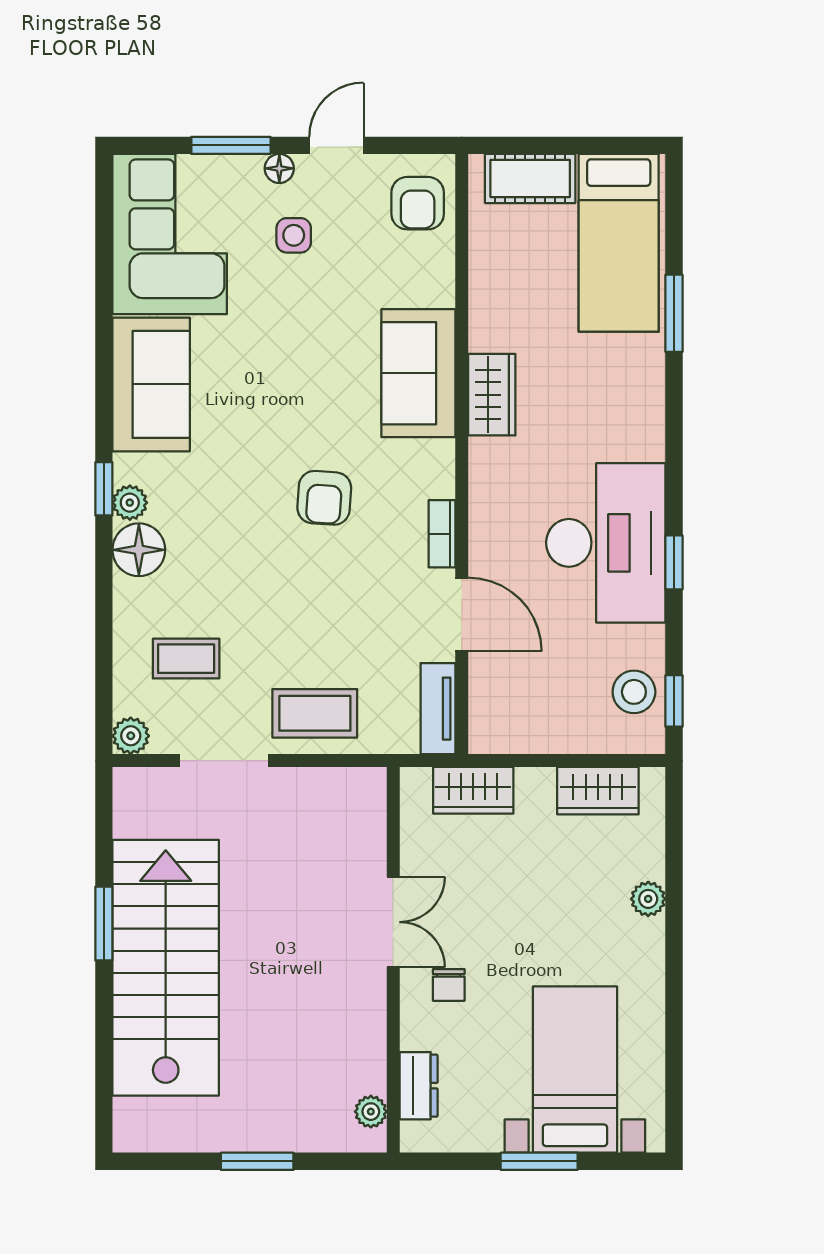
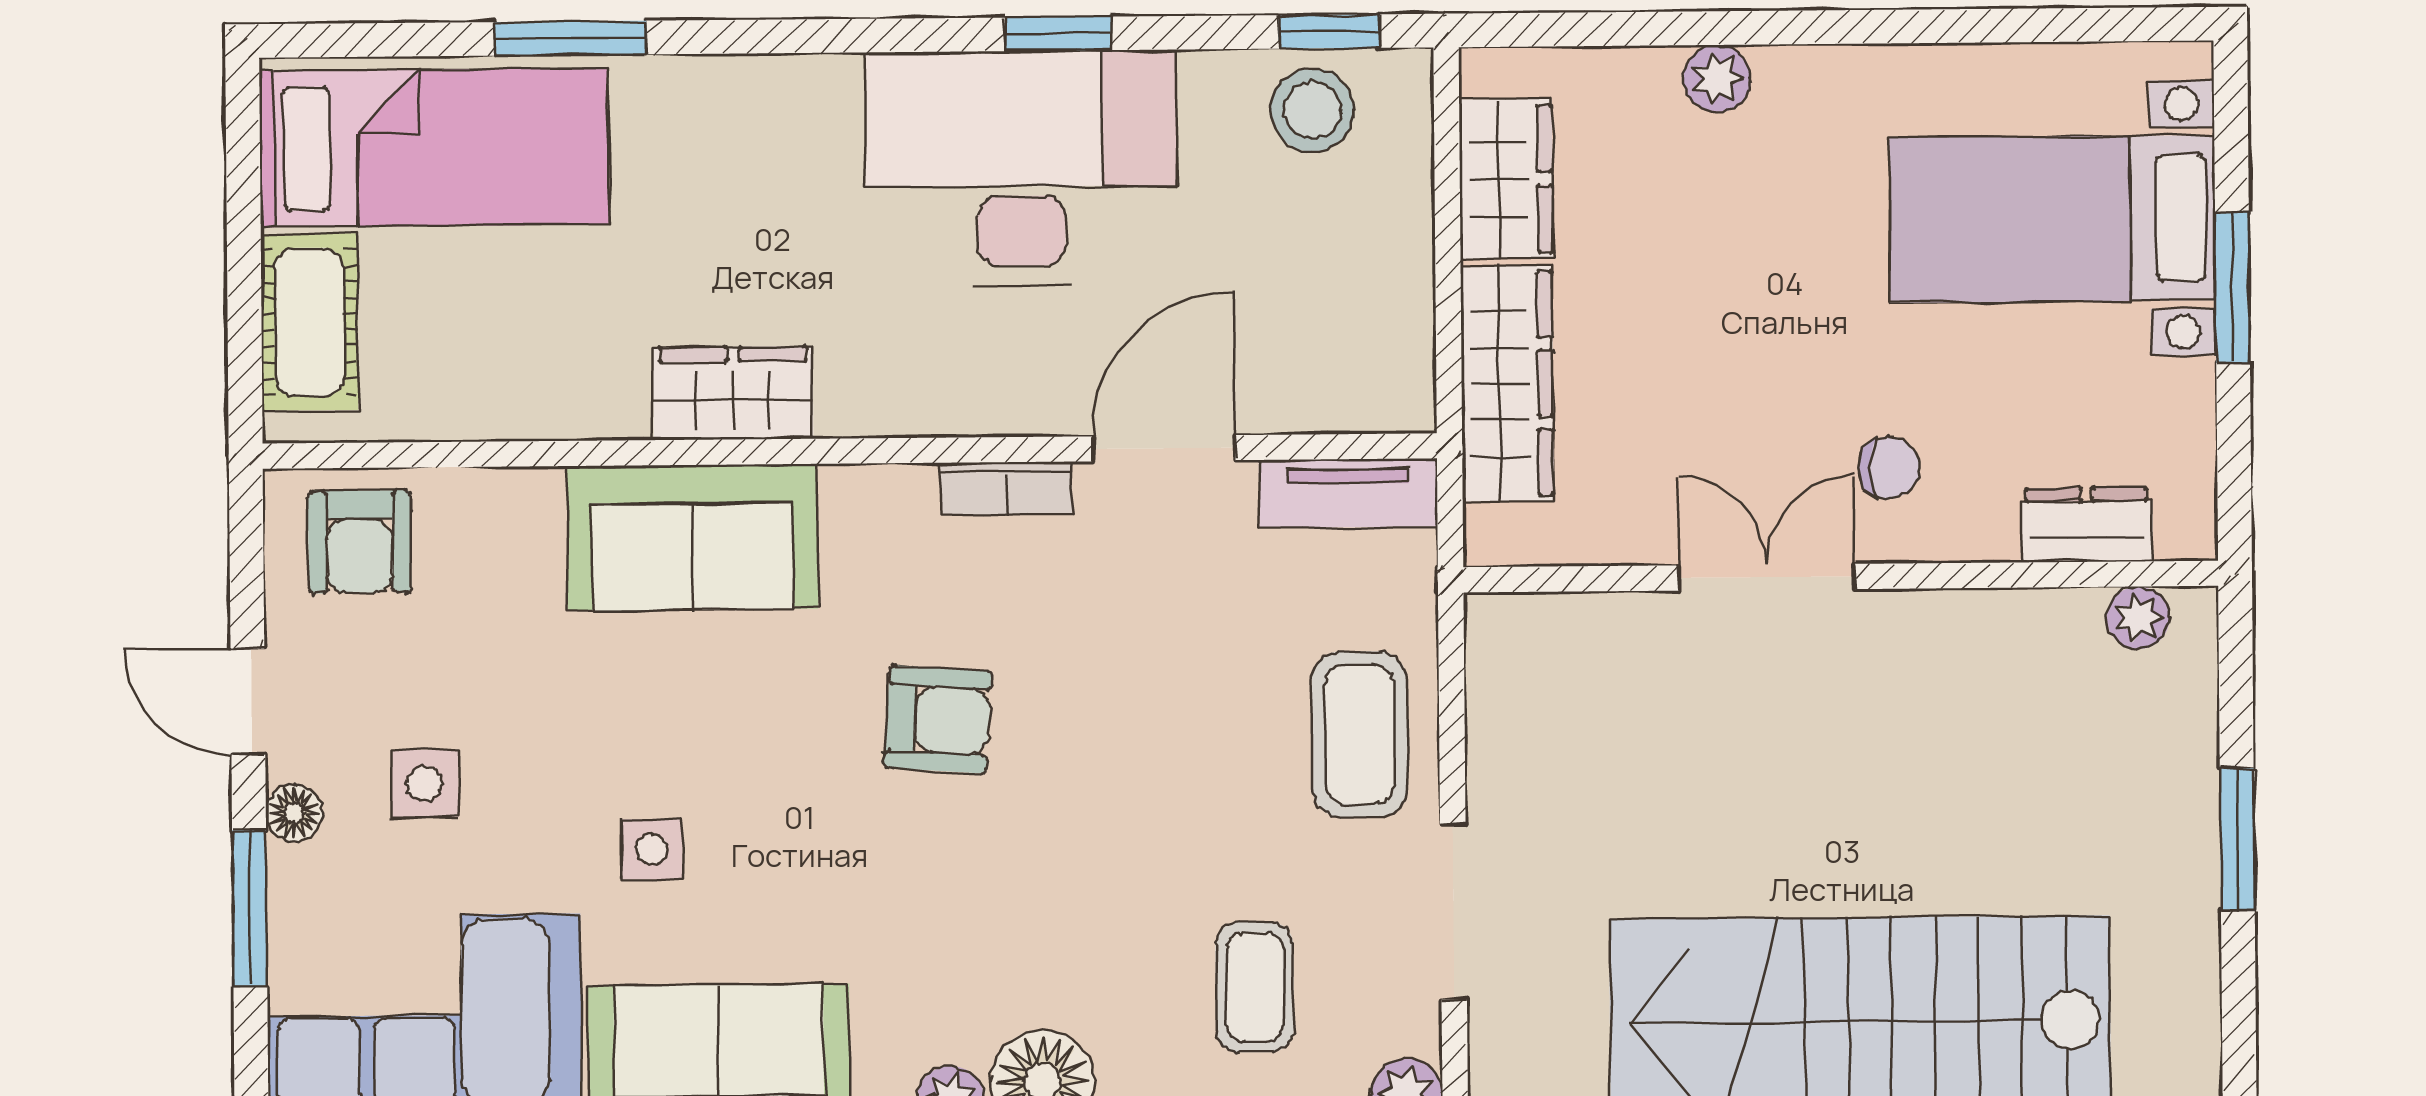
armchair: (418, 203) -> (360, 542), turned 90
side table: (259, 351) -> (652, 849), added
wardrobe: (473, 790) -> (1507, 383), width x1.50

